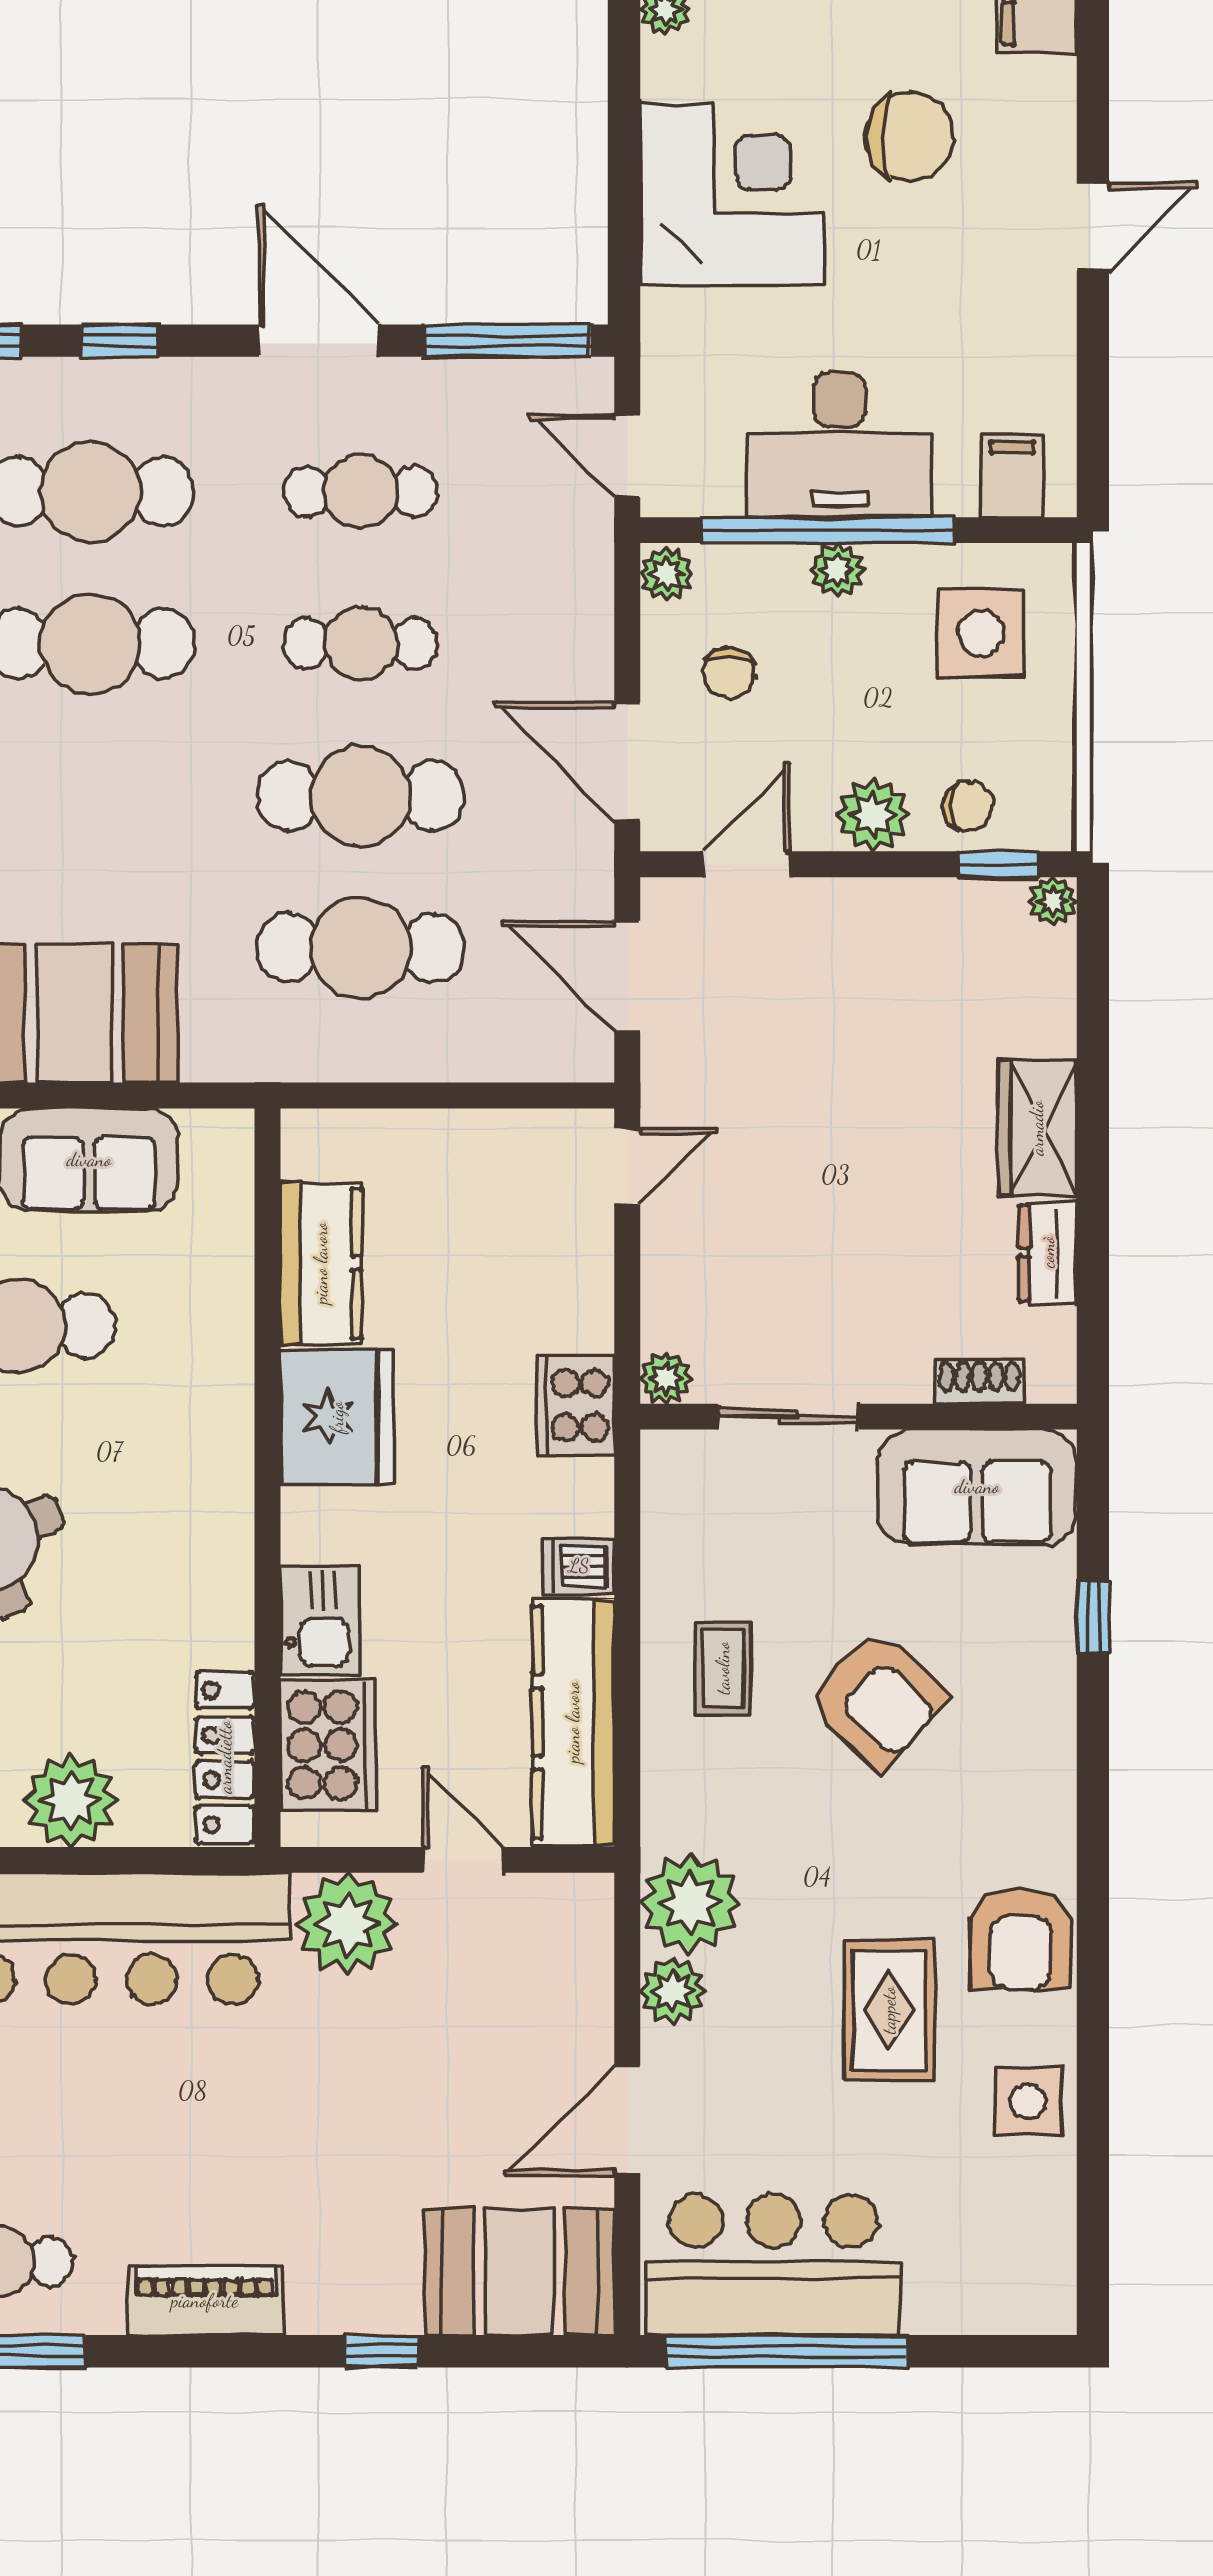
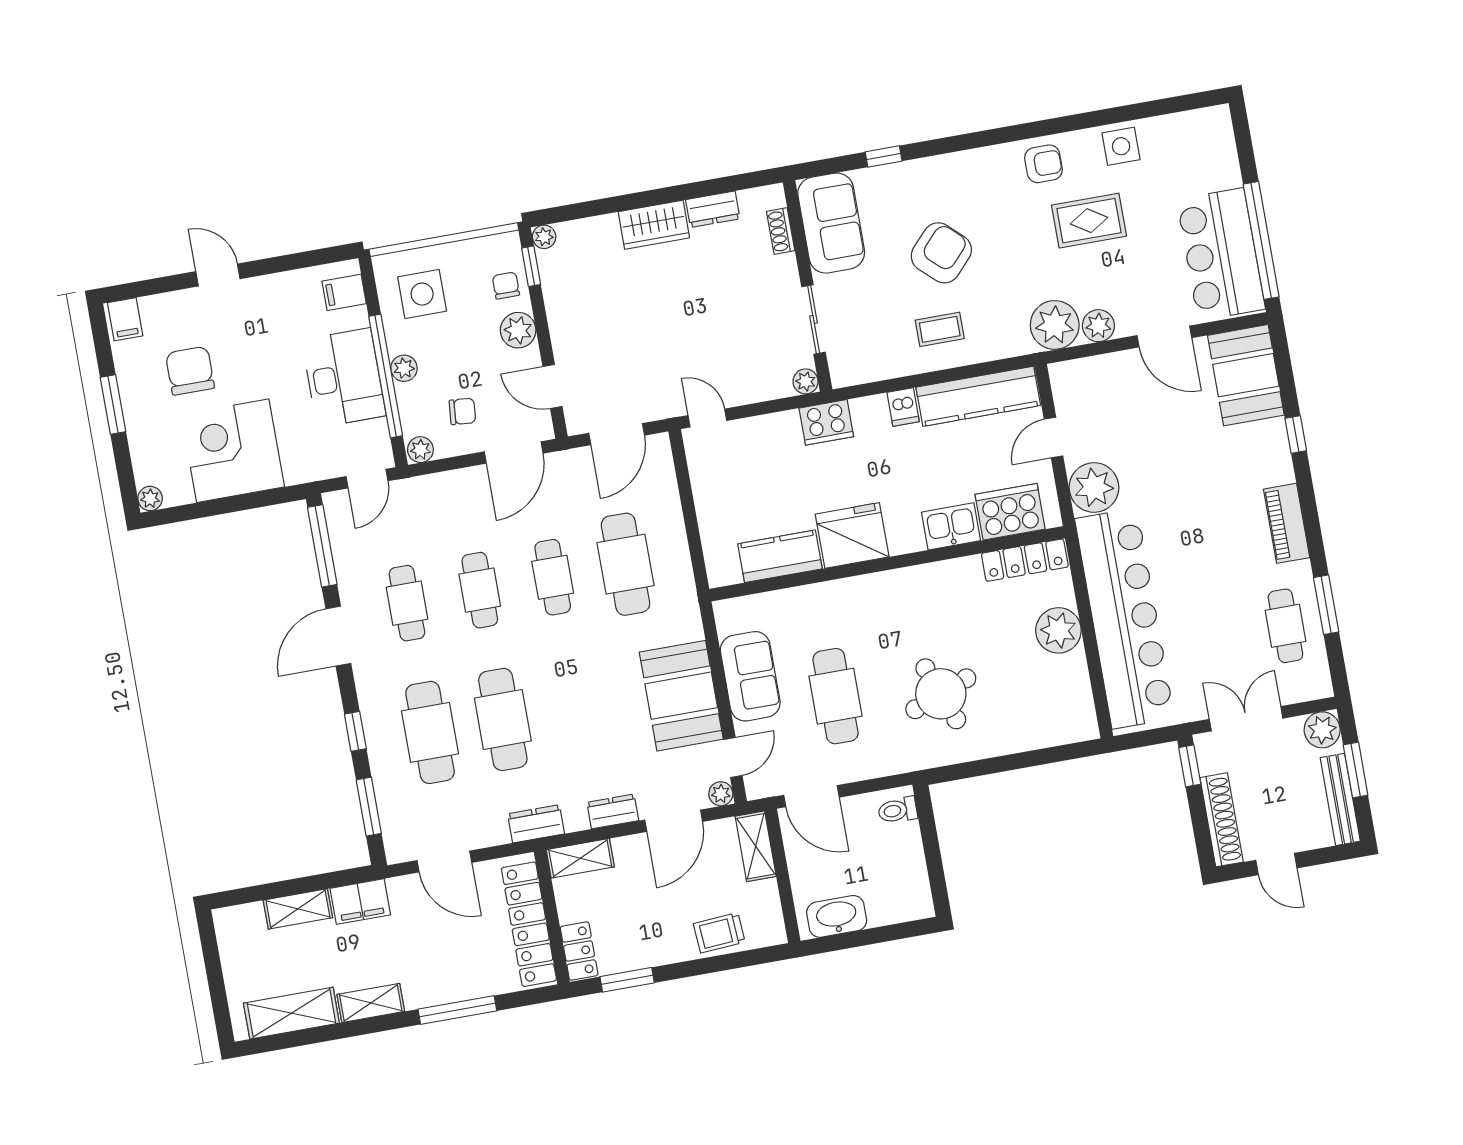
cafe table: (361, 796) -> (553, 577), width x0.73, depth x0.74
armchair: (1020, 1938) -> (1043, 164), width x0.72, depth x0.72

